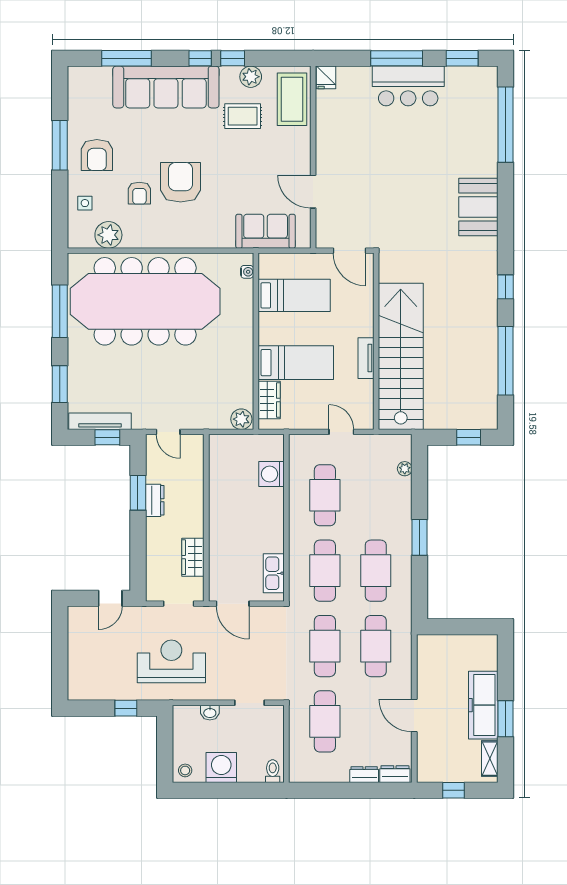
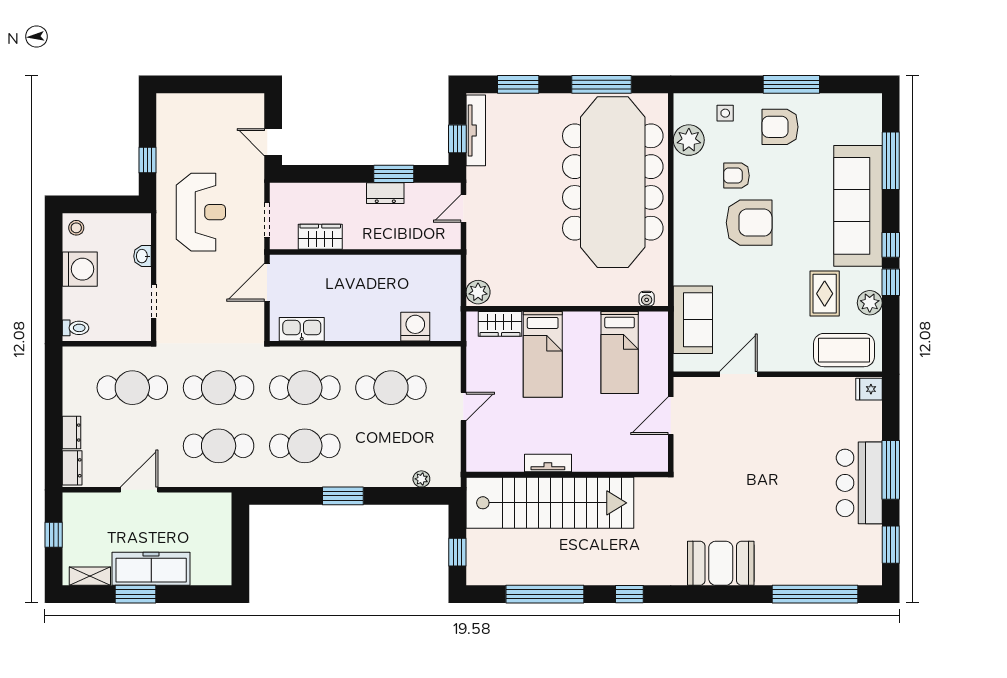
wall: (376, 341) -> (567, 475), moved
stairs: (401, 356) -> (550, 503), moved
tv unit: (366, 358) -> (548, 463), moved

